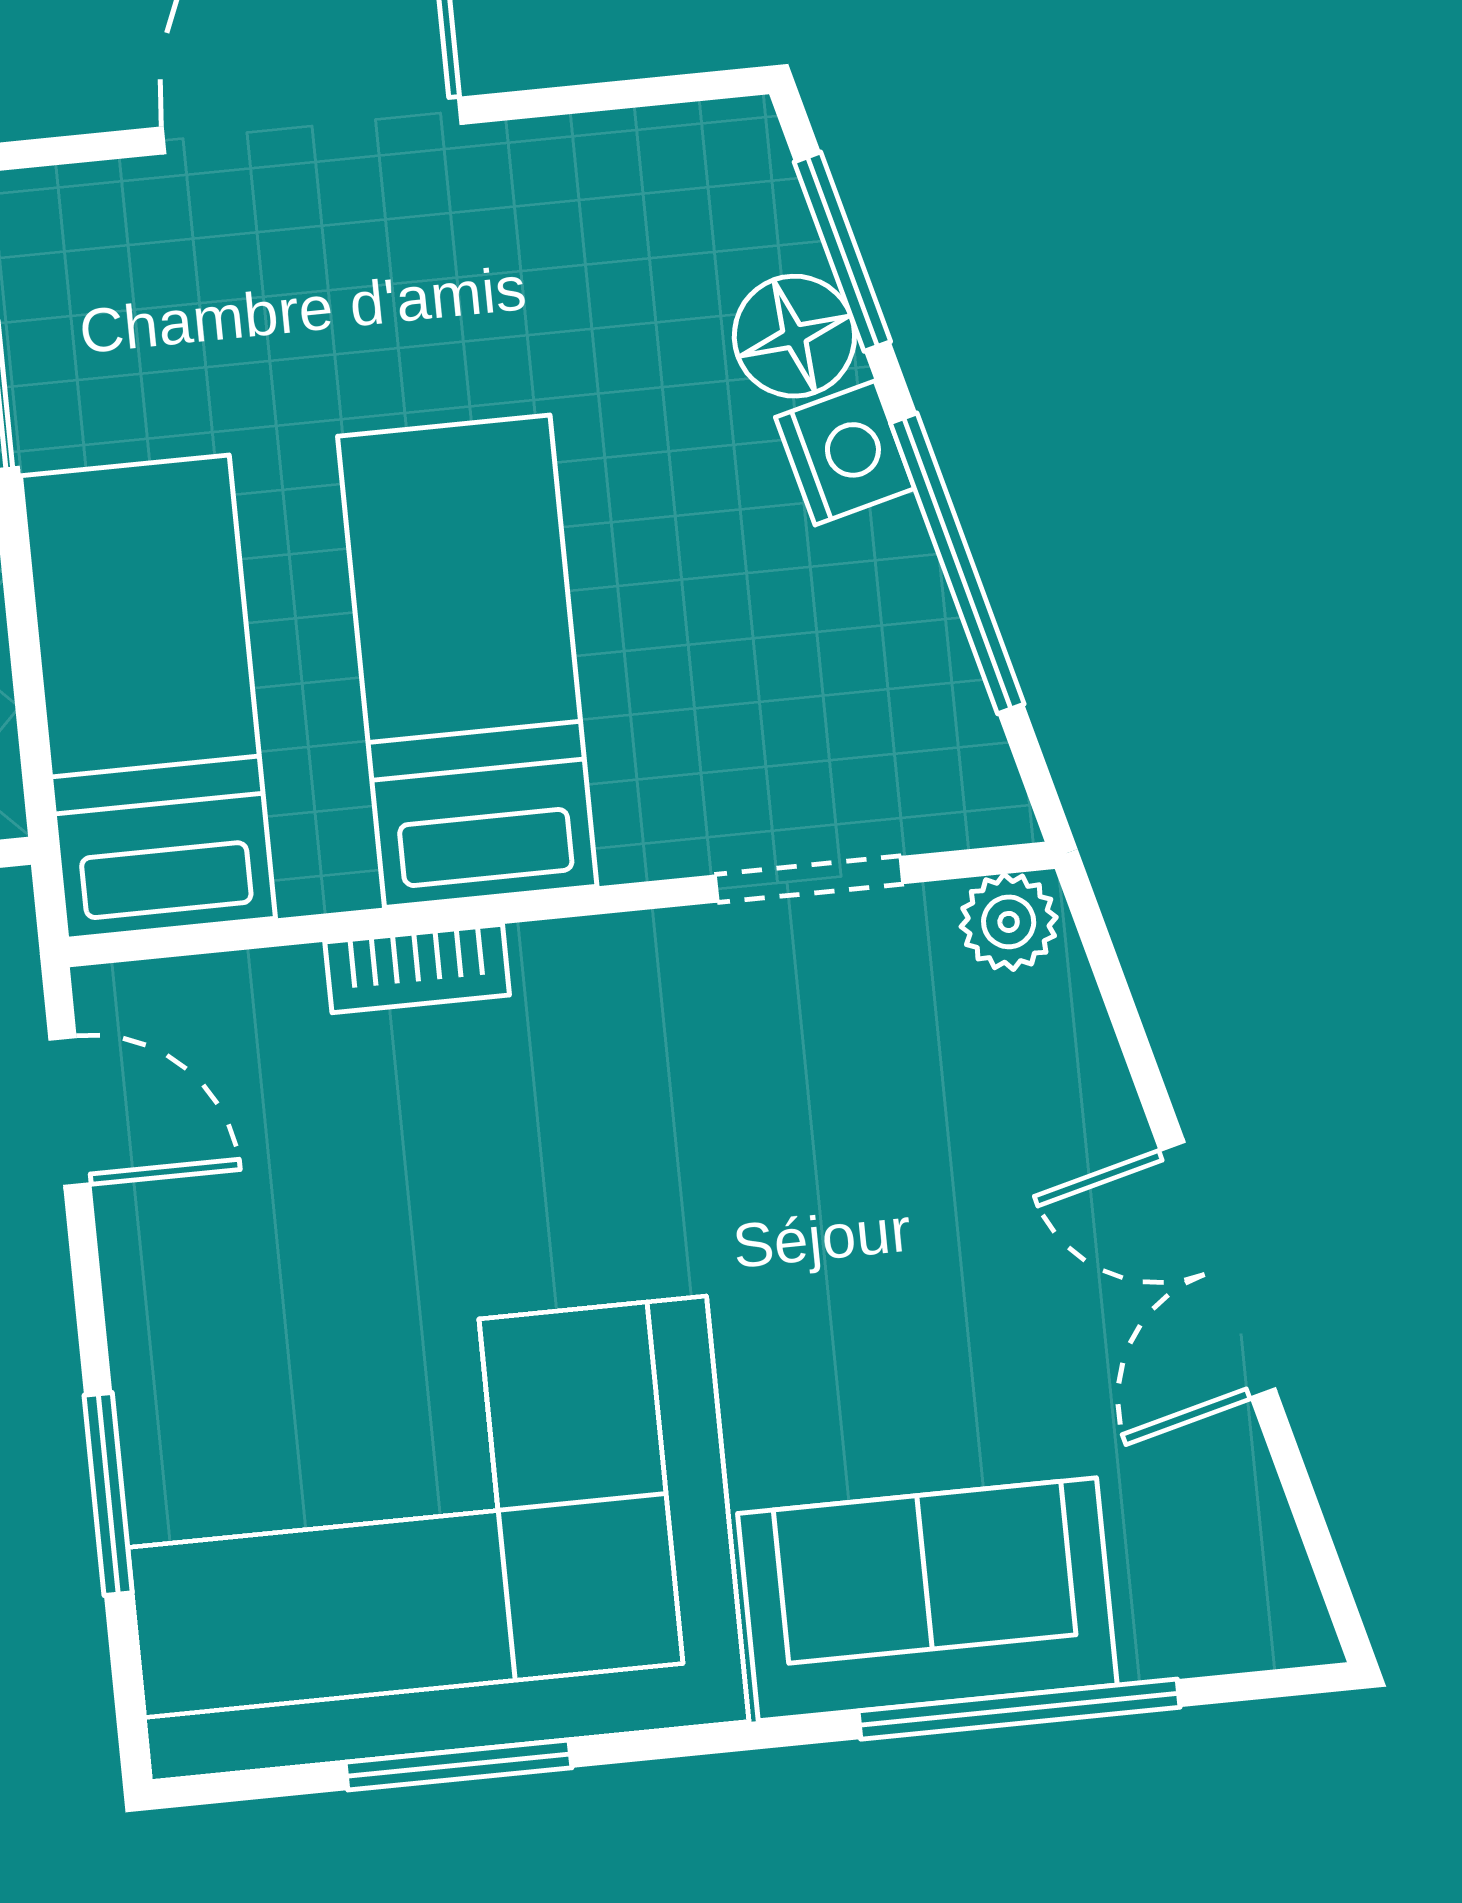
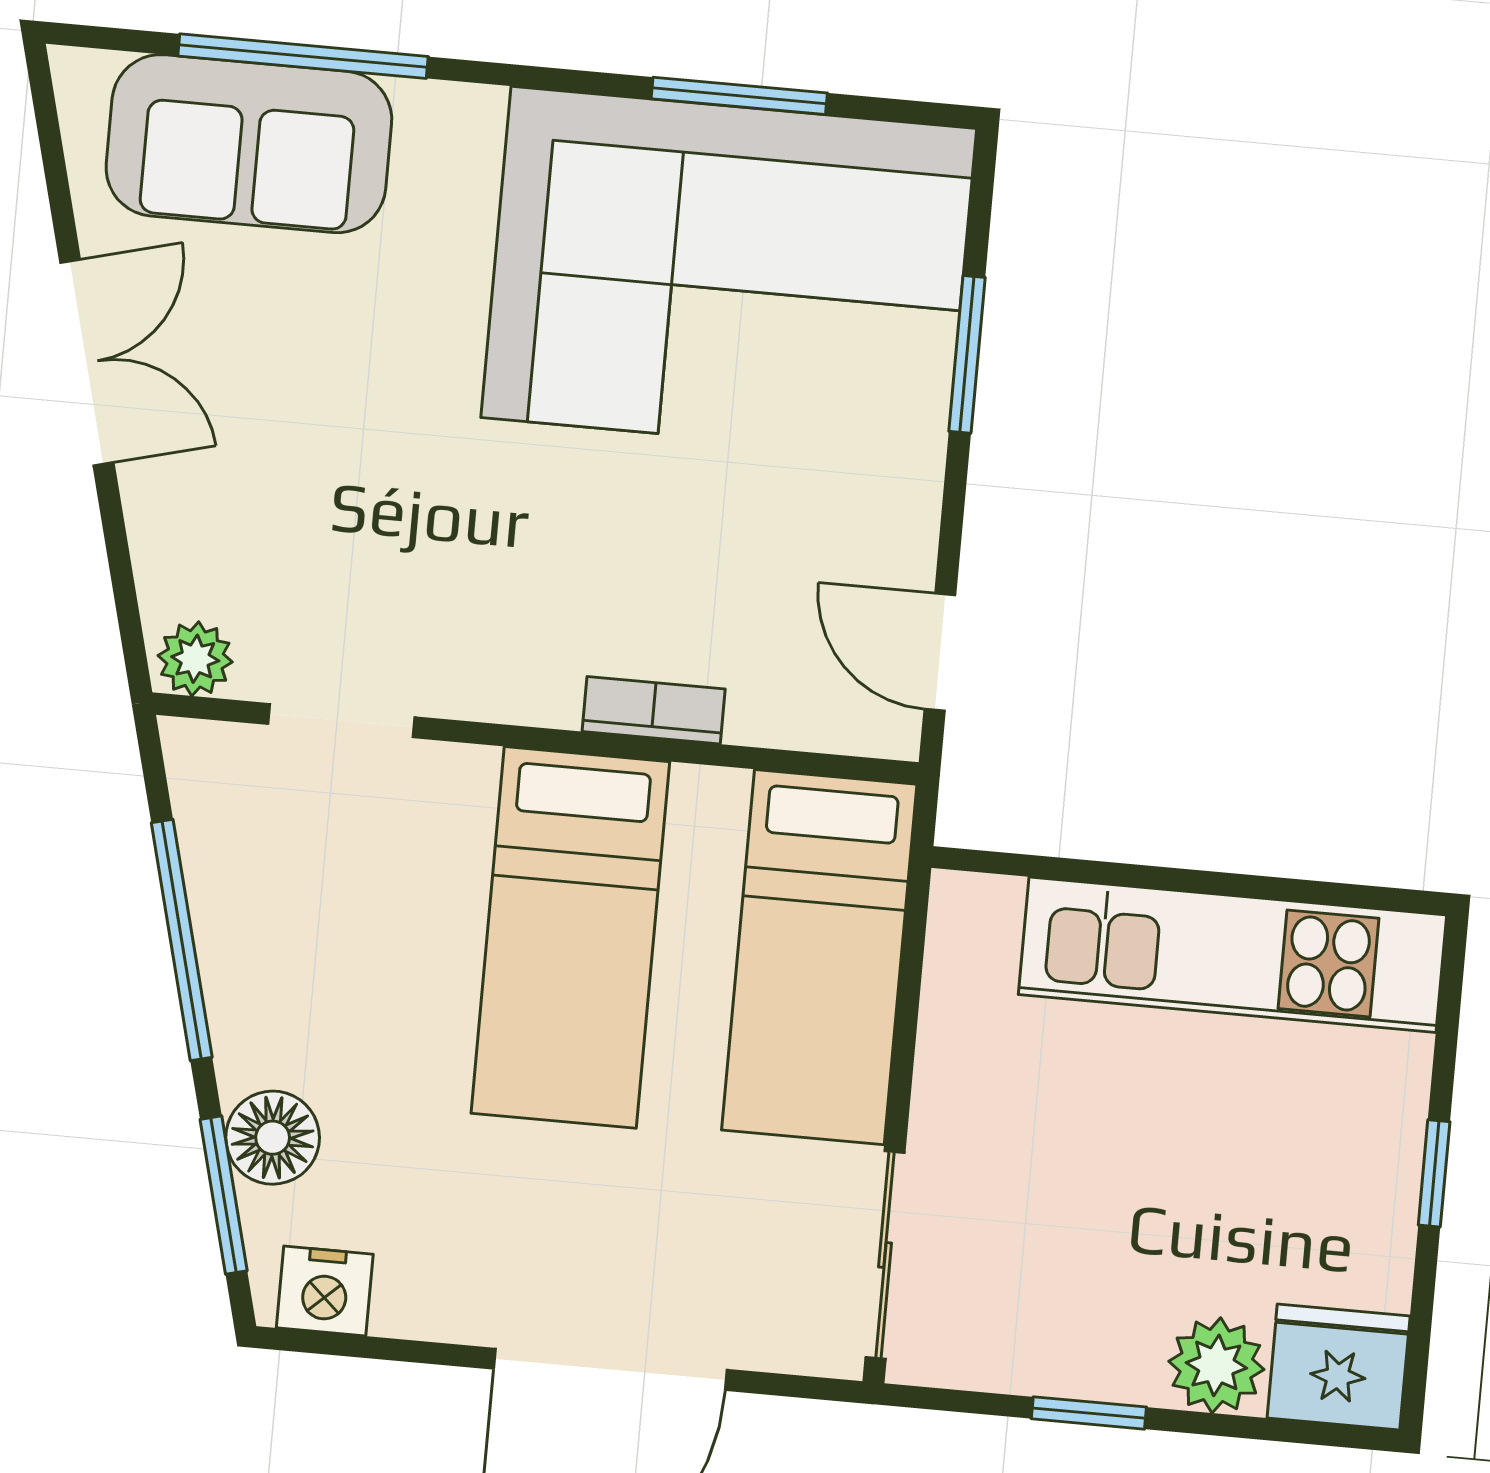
nightstand: (845, 453) -> (325, 1291), moved, turned -75
sofa: (927, 1599) -> (249, 144), moved

